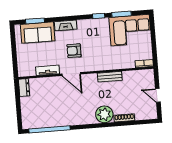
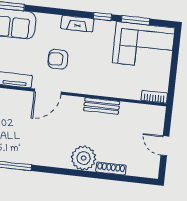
fireplace: (66, 25) -> (77, 24), moved
door: (71, 74) -> (48, 92), hinge flipped

